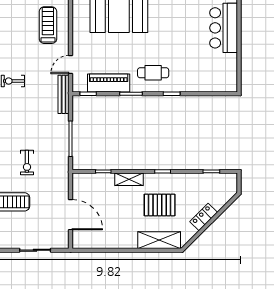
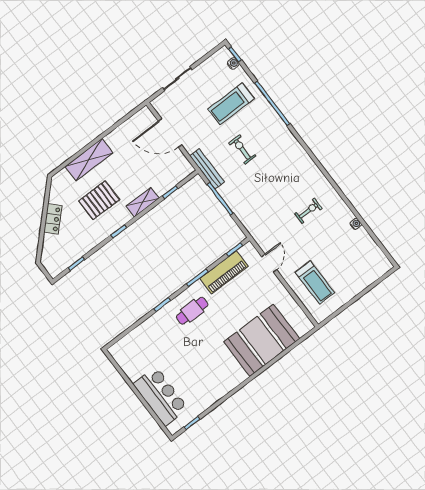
bench: (64, 94) -> (207, 169), moved
shelving: (159, 240) -> (89, 160), moved

